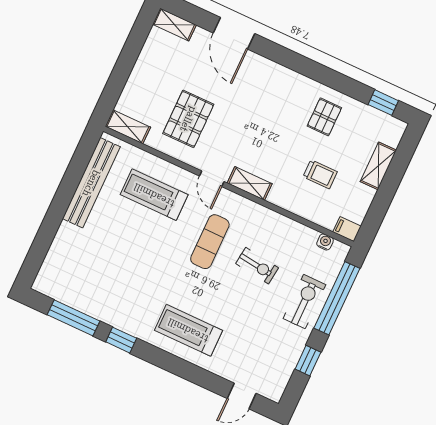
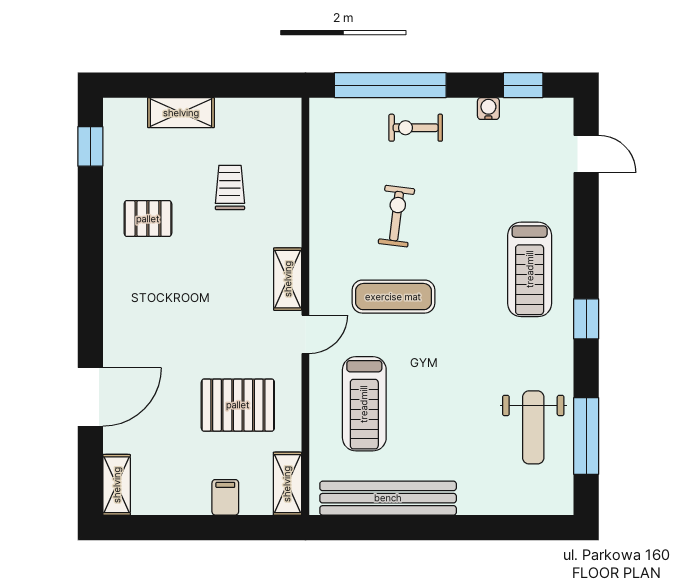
filing cabinet: (347, 229) -> (225, 497), moved, turned 180
water cooler: (325, 242) -> (488, 109), moved, turned 90
weight bench: (93, 289) -> (533, 427), added
exercise bike: (304, 302) -> (416, 128), width x0.73, depth x0.72
window: (121, 340) -> (586, 319), moved
window: (308, 361) -> (523, 85), moved

